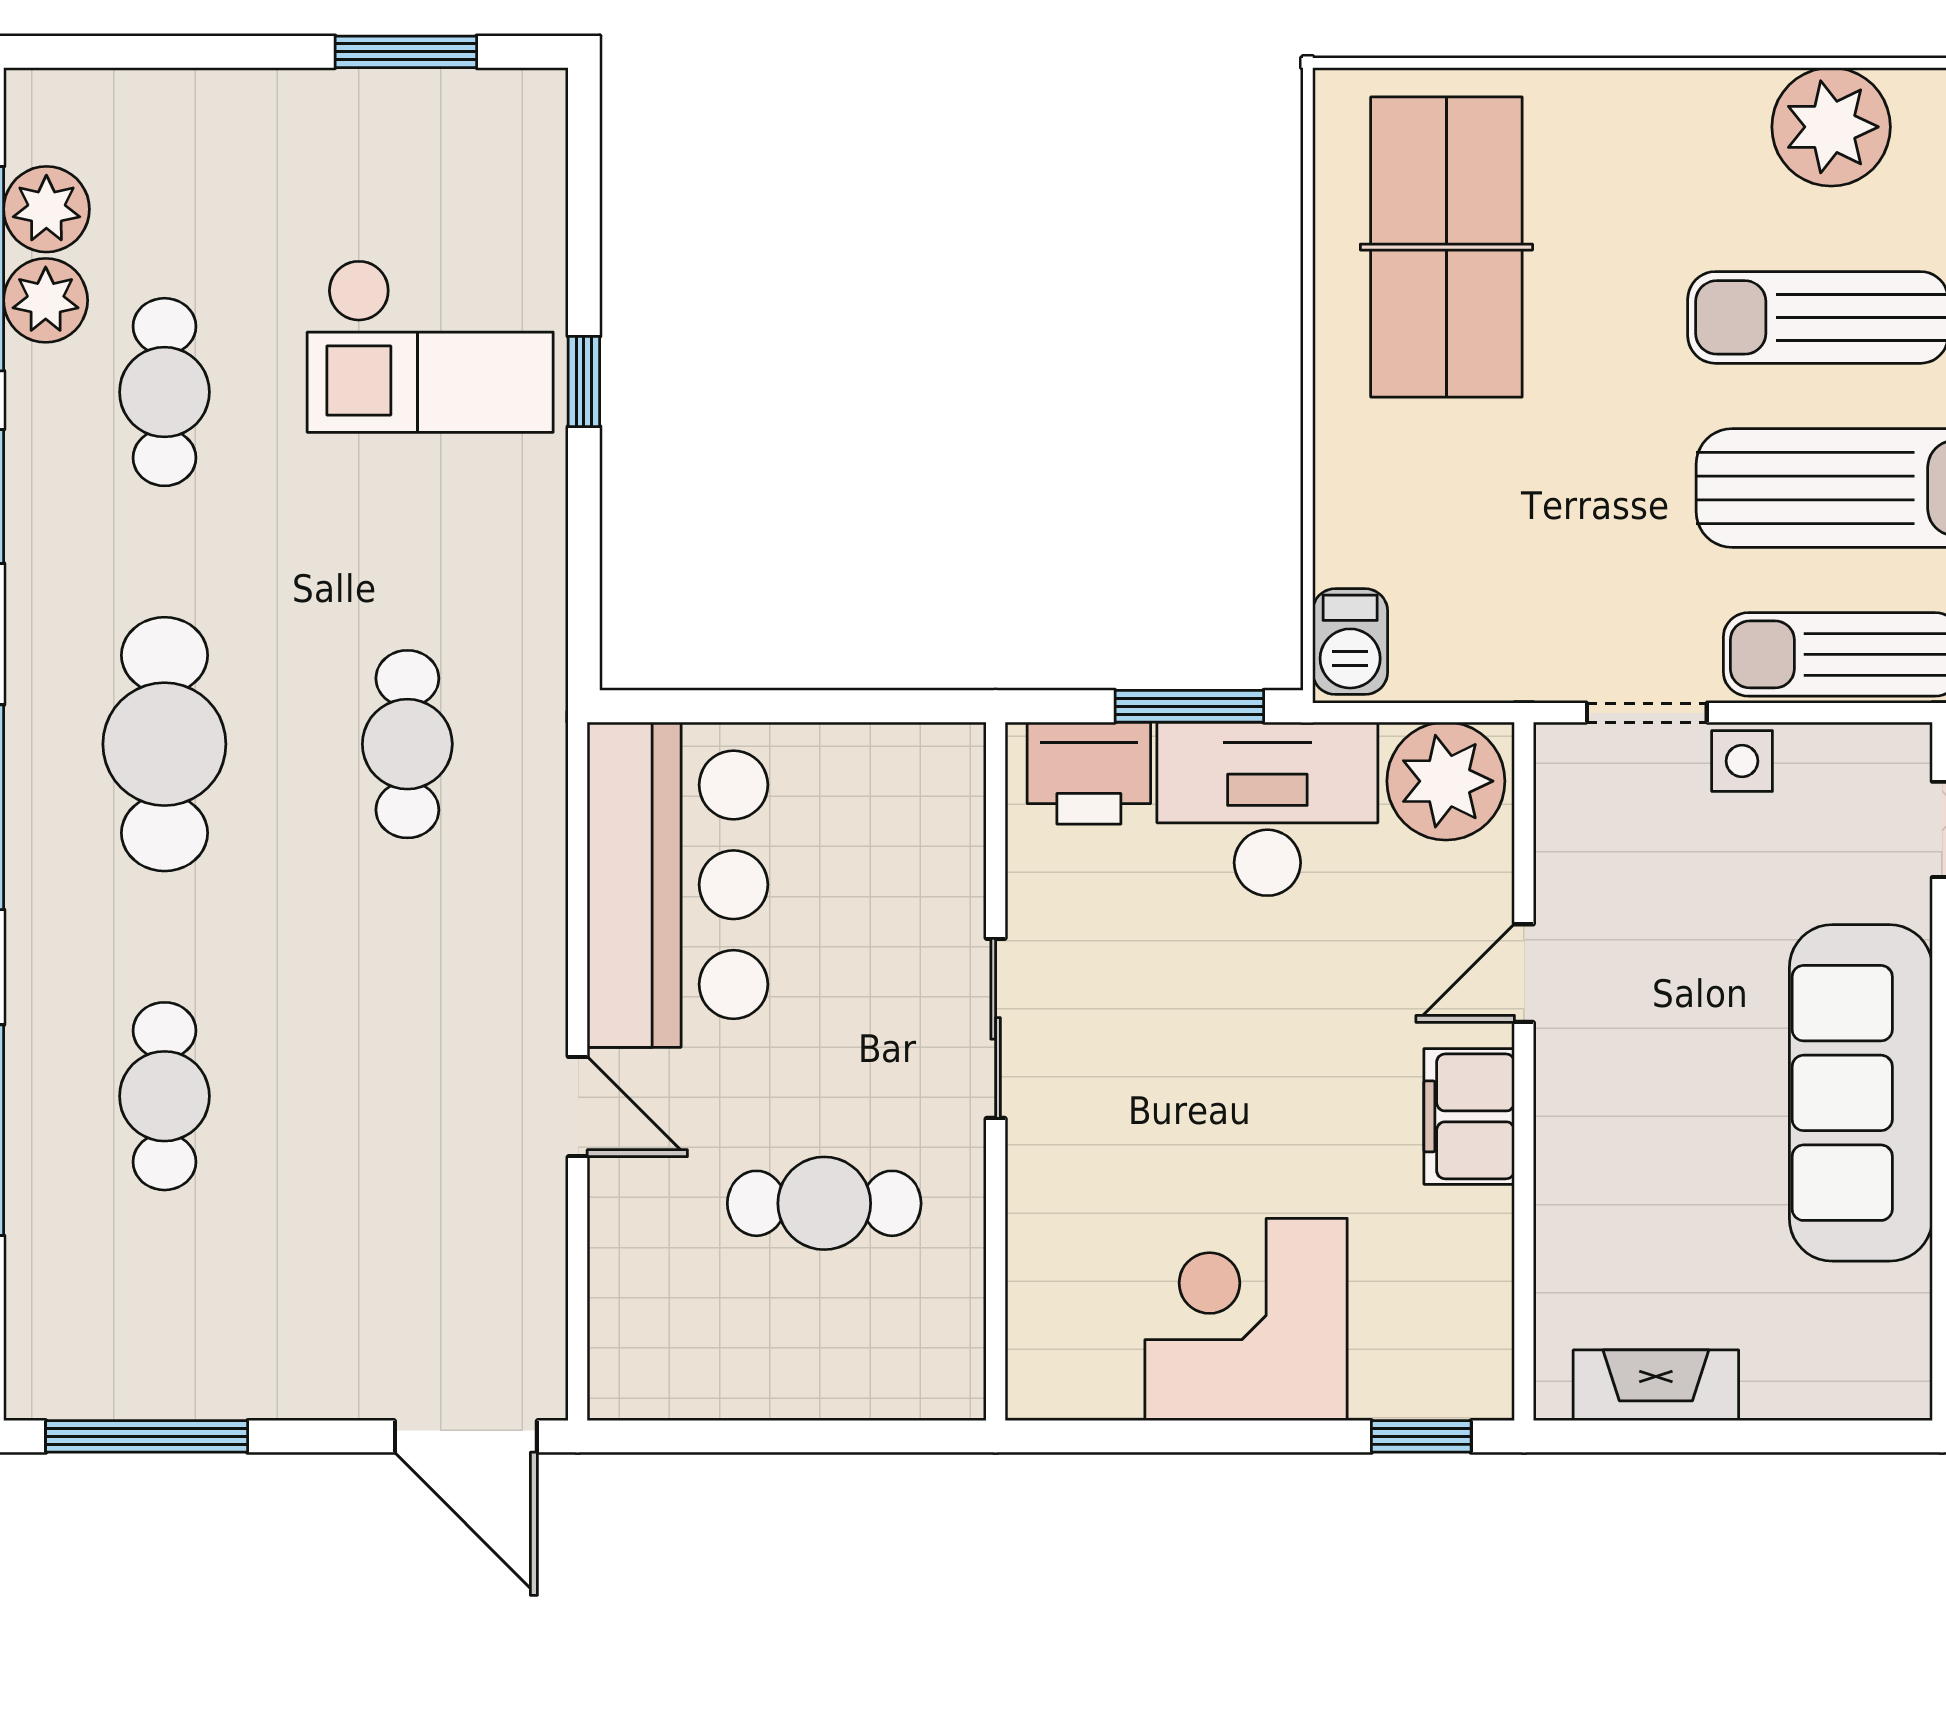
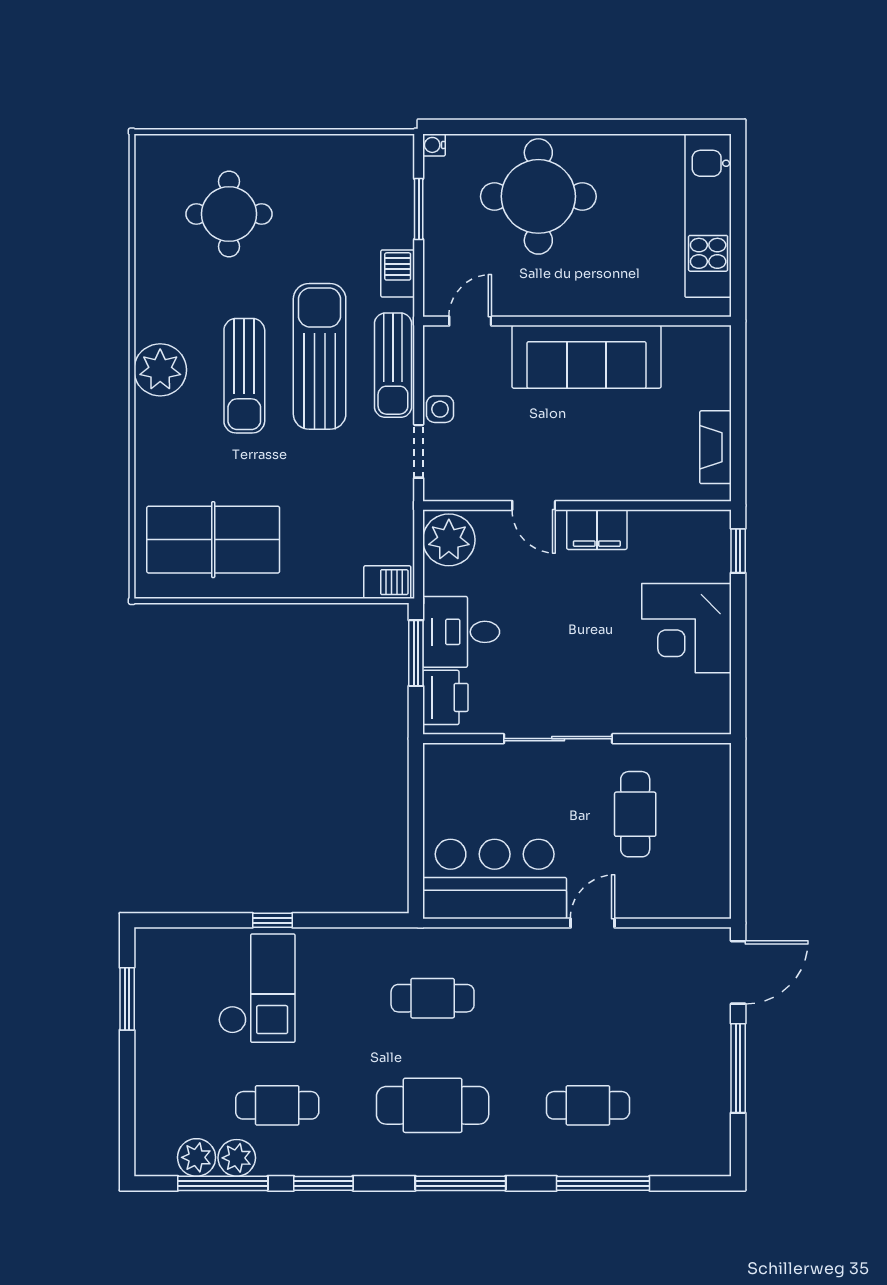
desk: (1267, 809) -> (461, 632), width x0.73
sliding door: (996, 1028) -> (558, 739), width x1.37
window: (147, 1436) -> (738, 1068), moved

